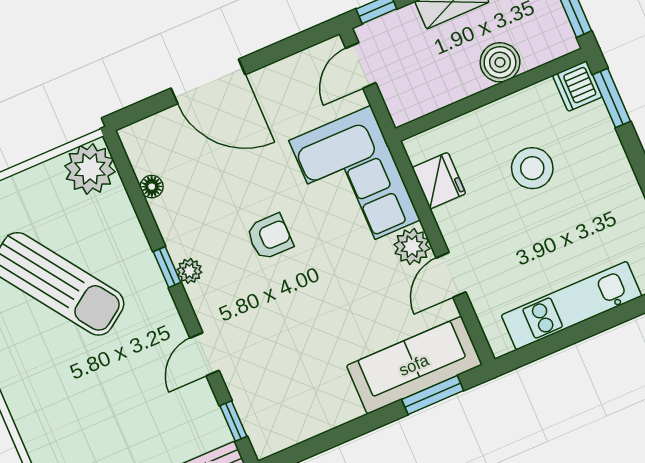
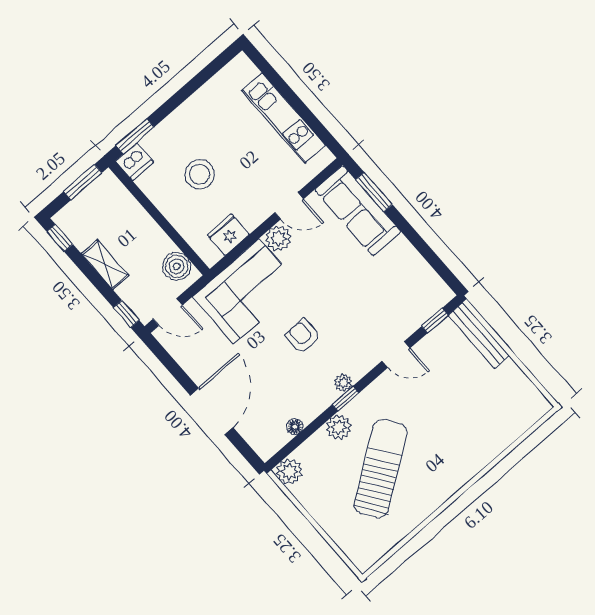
boiler: (500, 62) -> (177, 266), moved
plant: (90, 169) -> (289, 472), width x0.73, depth x0.73
plant: (132, 245) -> (339, 427), added

